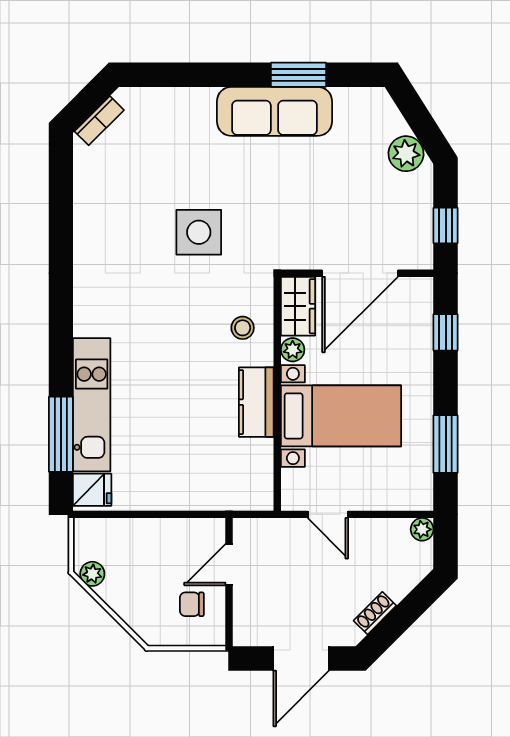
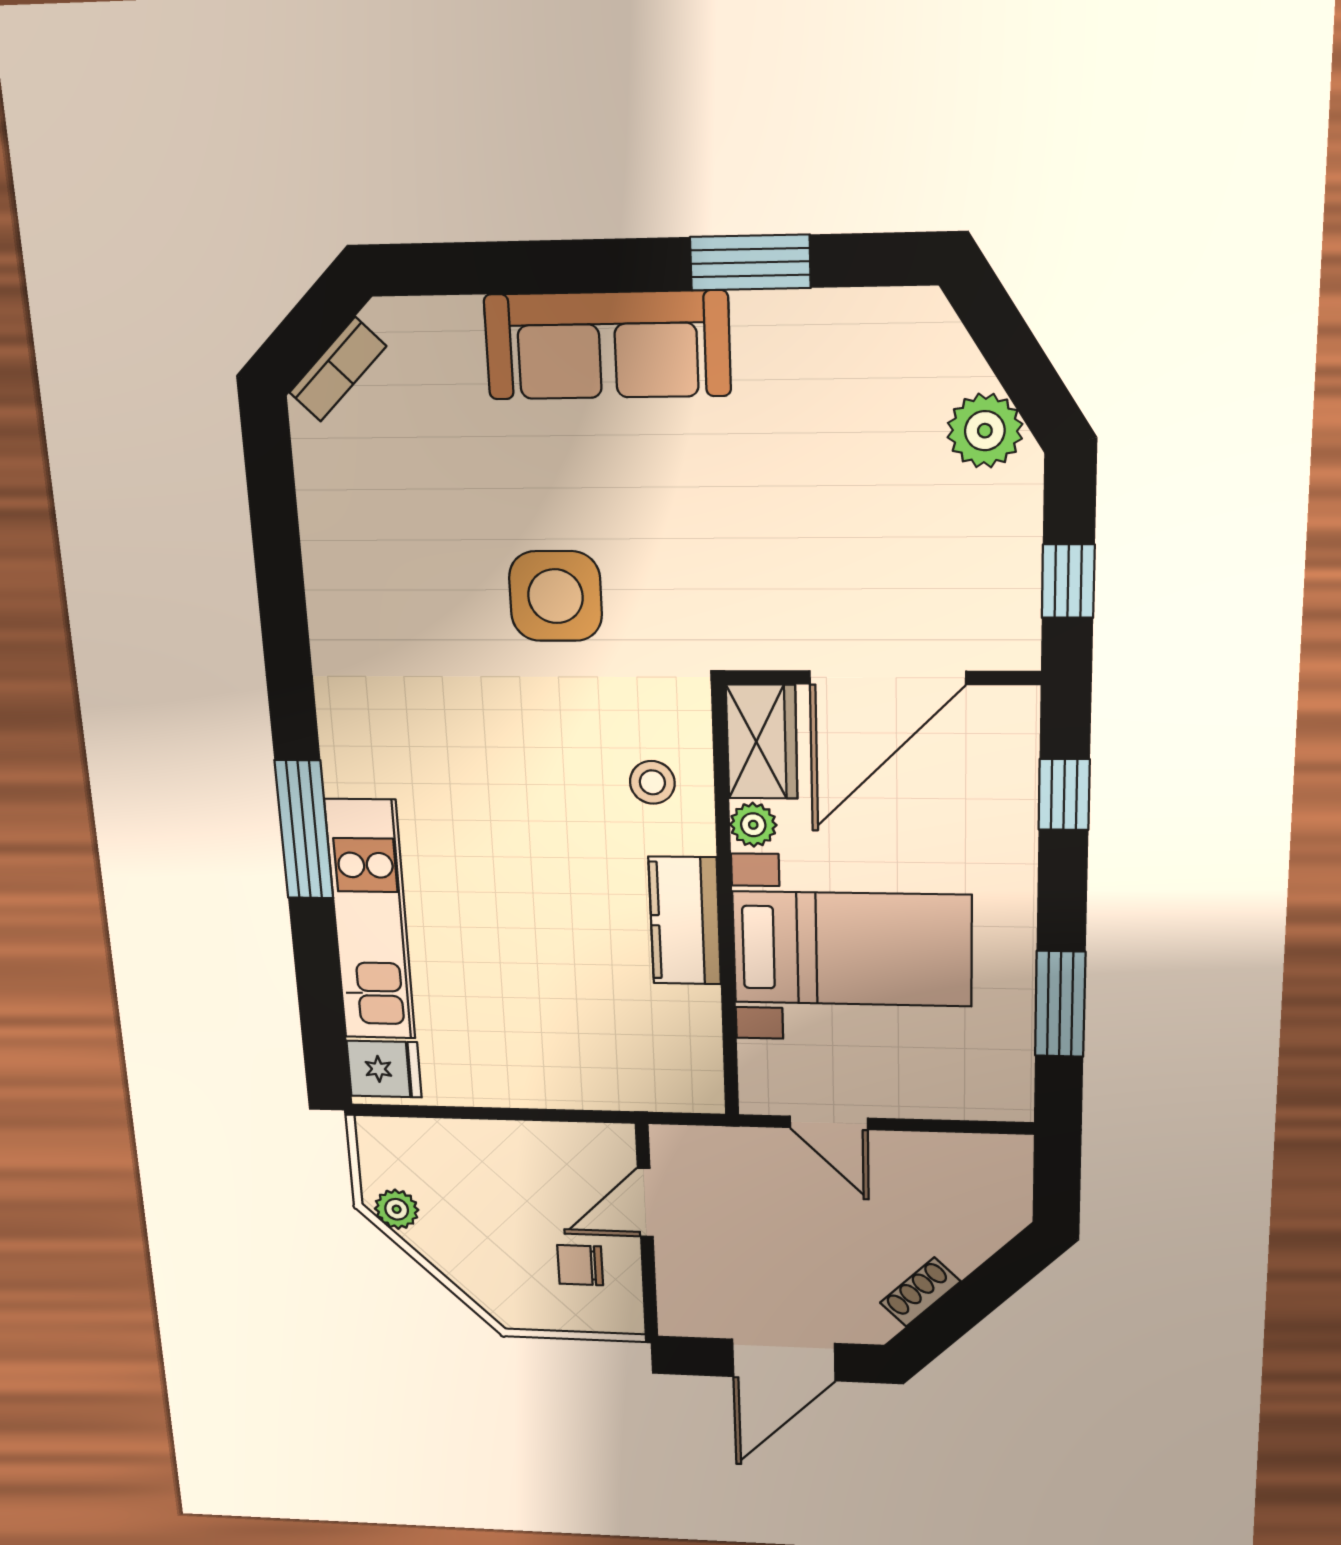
sofa: (274, 111) -> (607, 345), moved
window: (61, 434) -> (304, 830), moved
plant: (422, 529) -> (1011, 1154), removed

